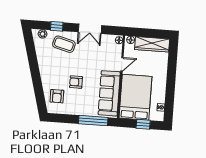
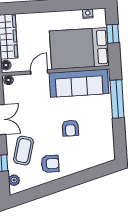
door: (122, 64) -> (39, 72), hinge flipped
armchair: (57, 96) -> (50, 164), moved

